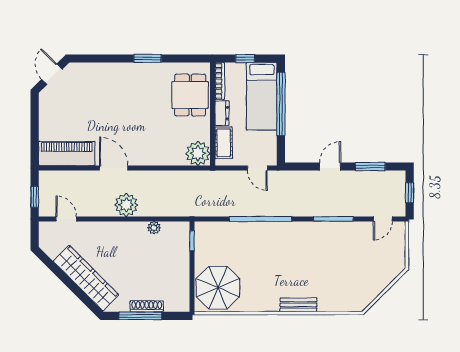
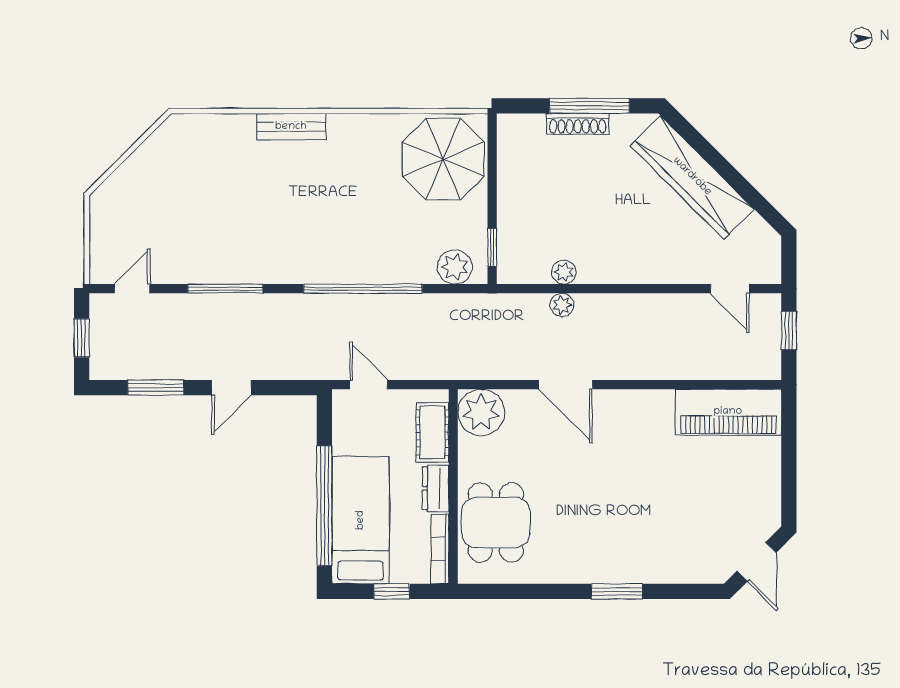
window: (147, 58) -> (617, 591), moved
door: (114, 168) -> (565, 385), moved
plant: (126, 205) -> (562, 305), moved, width x0.53, depth x0.53
plant: (212, 230) -> (455, 267), added

